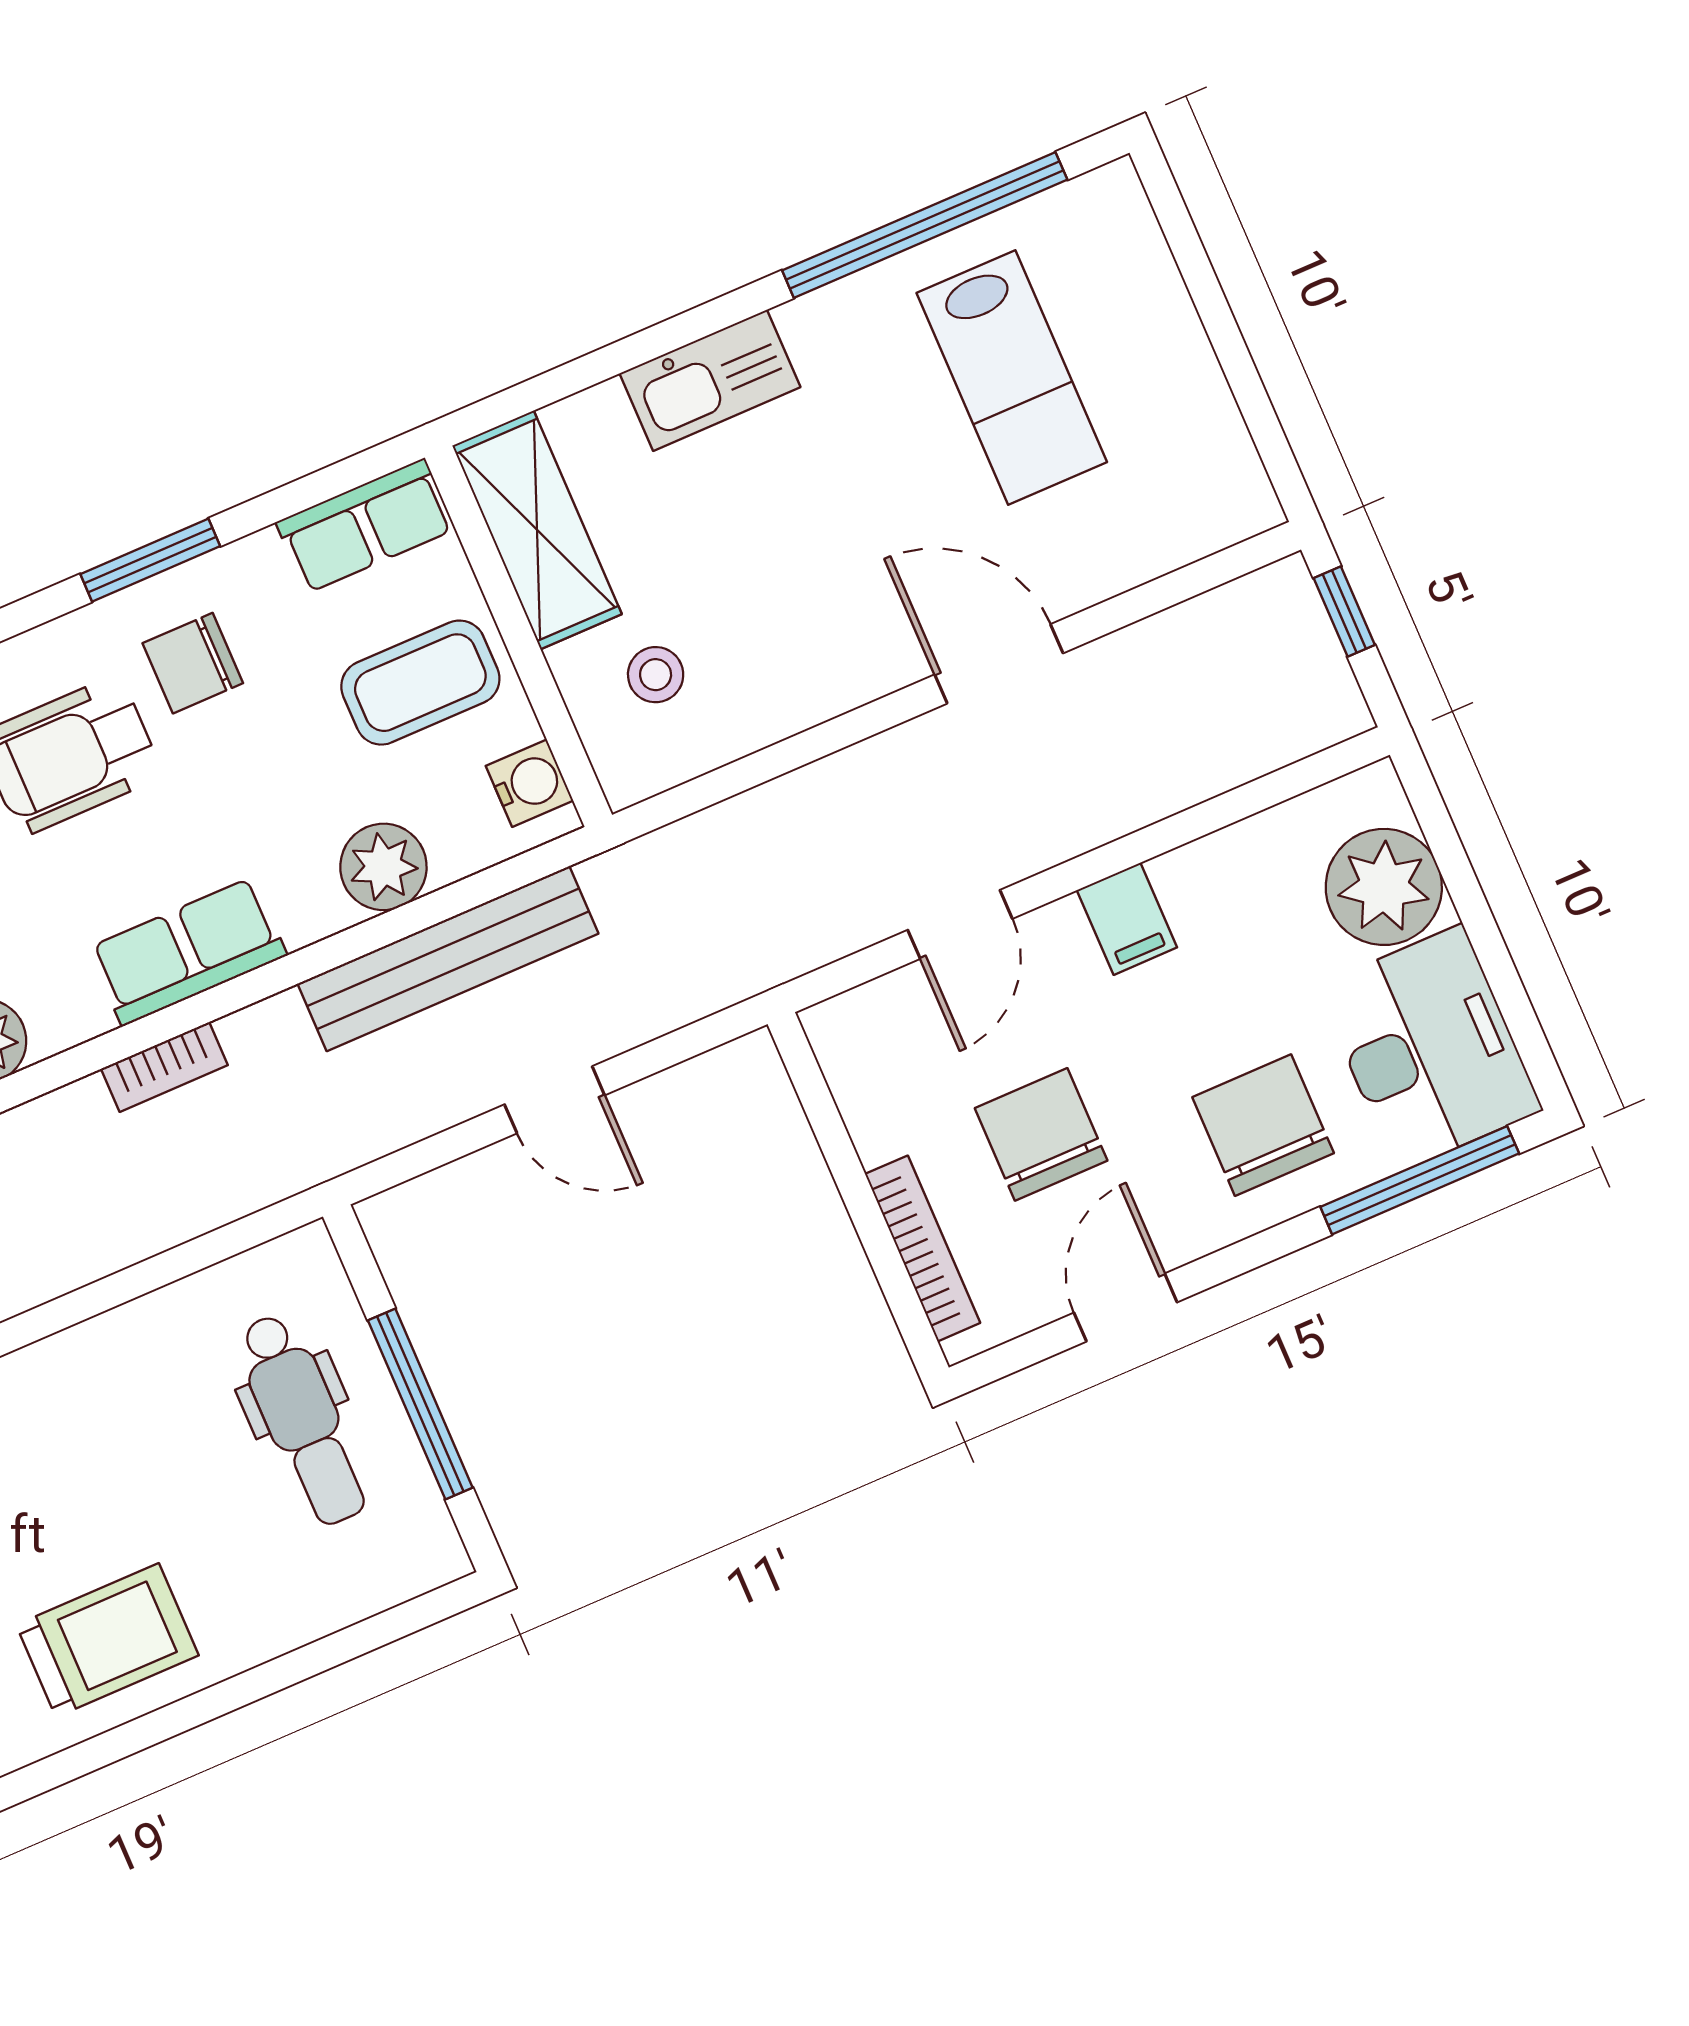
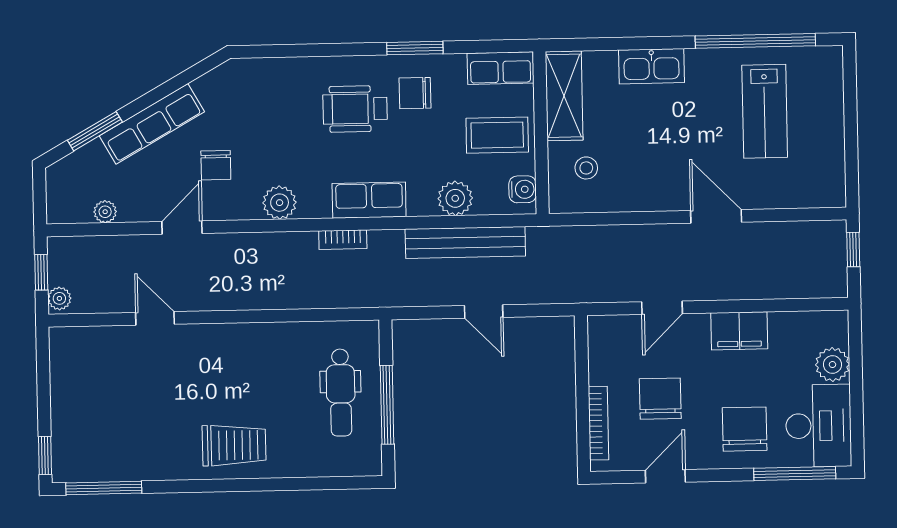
plant: (1384, 887) -> (832, 365), width x0.73, depth x0.73
filing cabinet: (1127, 919) -> (739, 331), width x2.00

